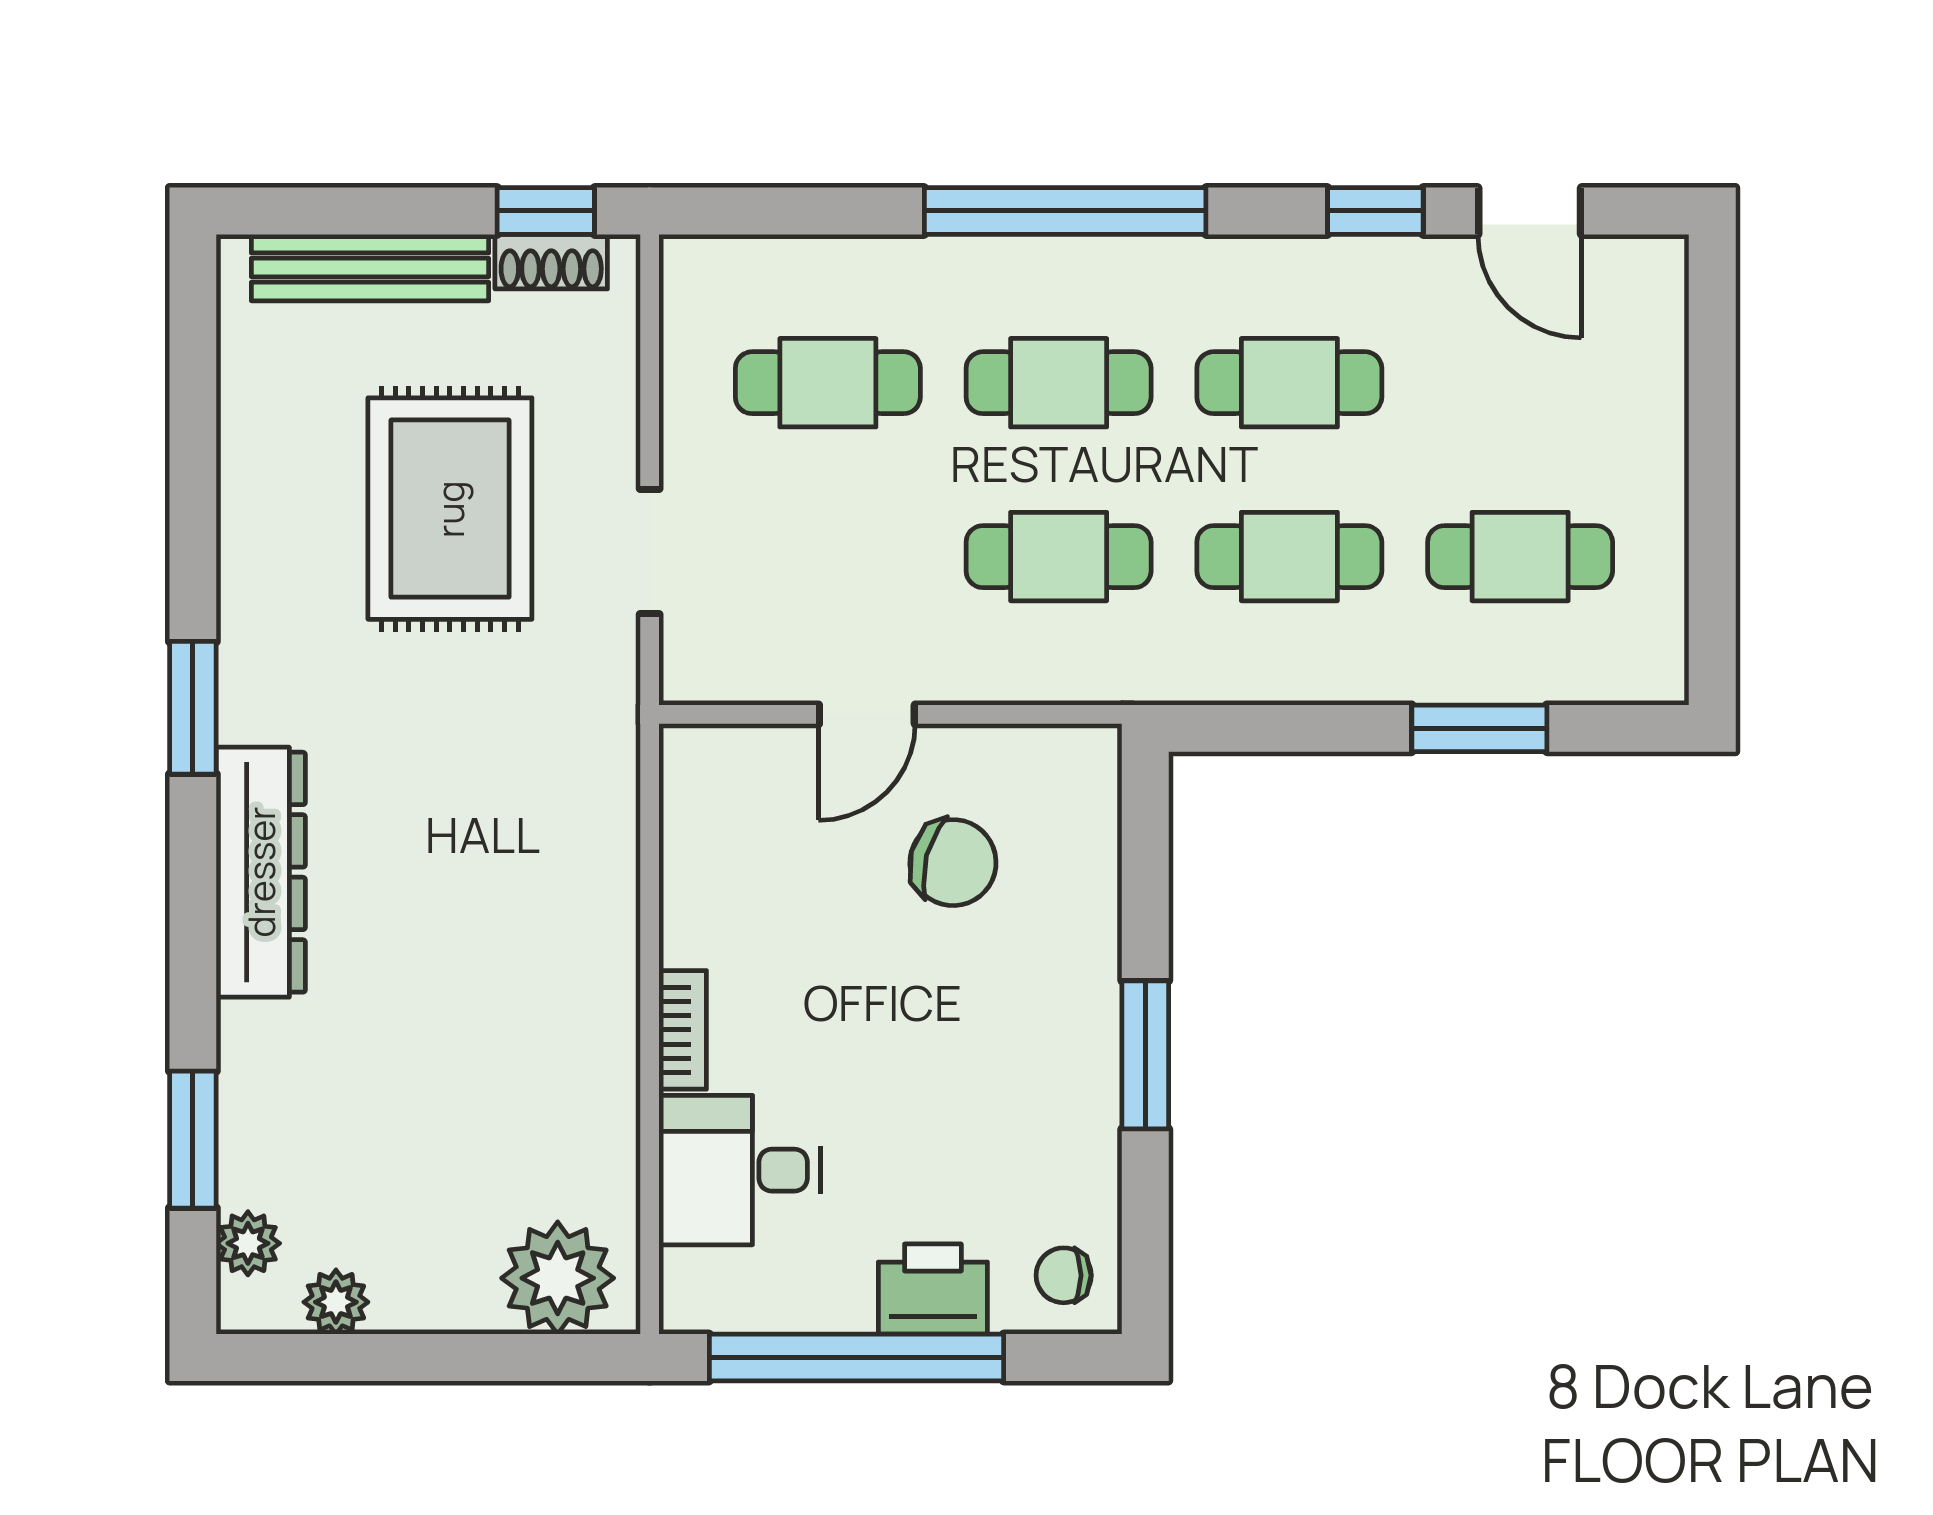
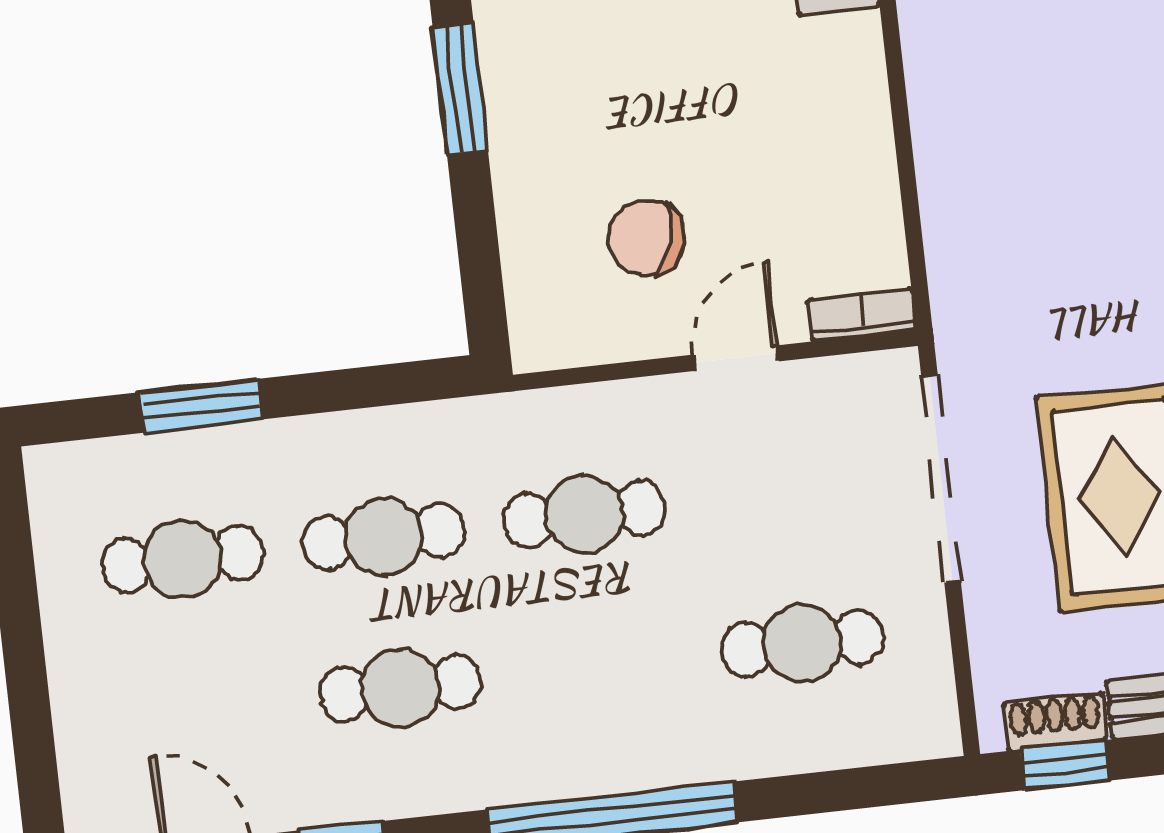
cafe table: (1059, 383) -> (601, 666), removed
doorway: (650, 551) -> (941, 479), width x1.88
bookcase: (683, 1030) -> (862, 315), moved, turned 90

